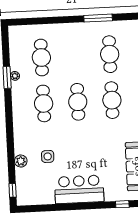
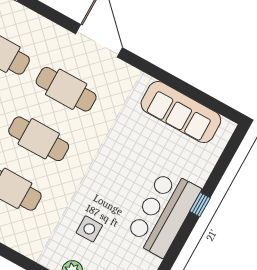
window: (122, 204) -> (200, 205), moved

